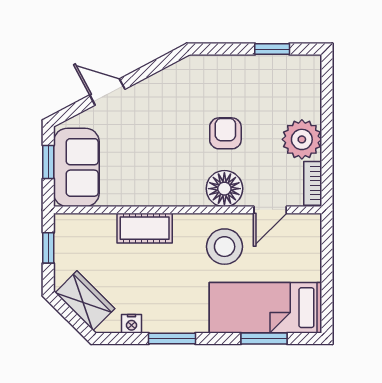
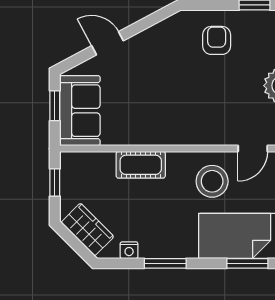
armchair: (225, 133) -> (217, 40), moved
floor lamp: (224, 189) -> (212, 130), removed

